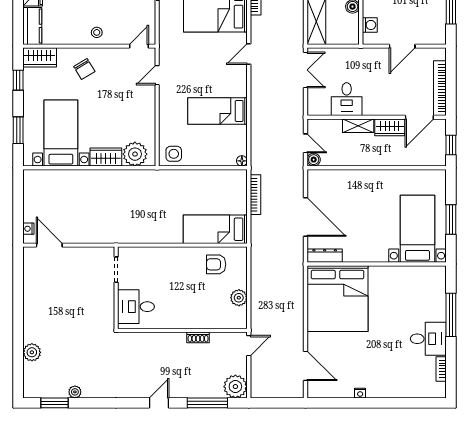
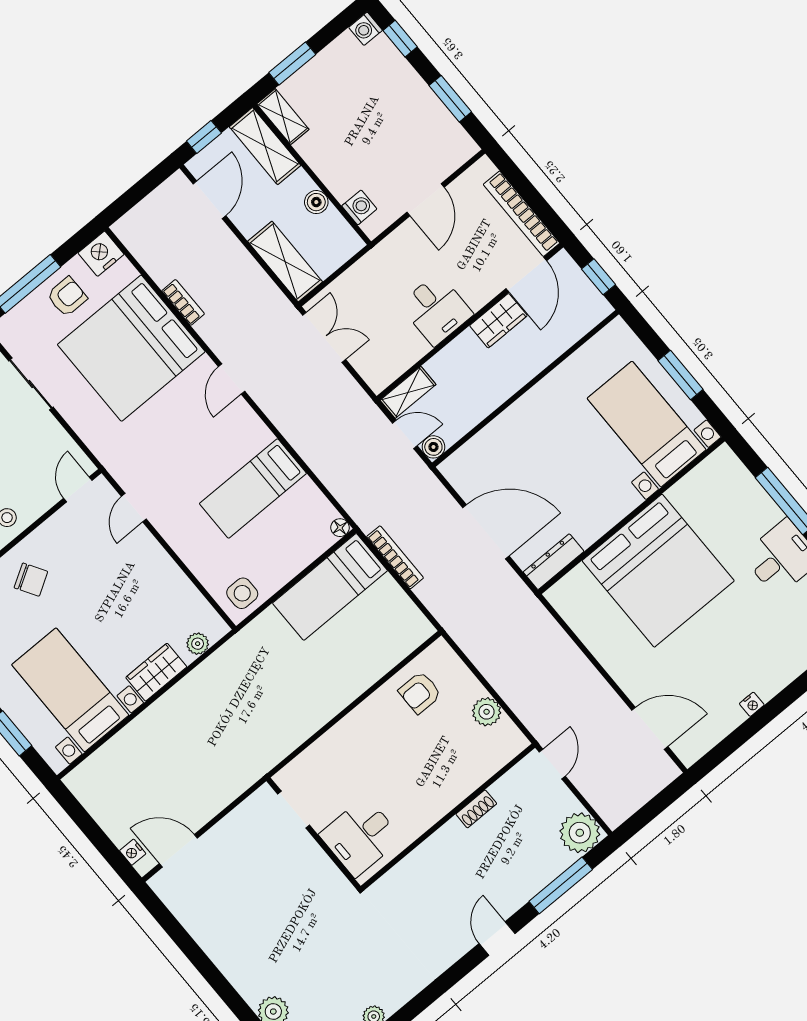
desk: (347, 99) -> (436, 309), moved
shelving: (358, 126) -> (408, 392), moved
plant: (135, 154) -> (198, 644), width x0.53, depth x0.53
bed: (215, 229) -> (330, 587), moved
bed: (337, 299) -> (658, 571), moved

